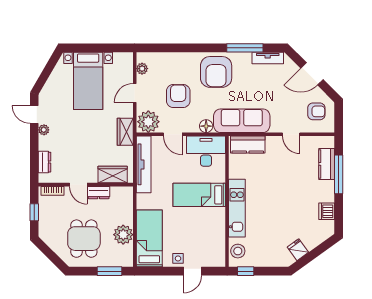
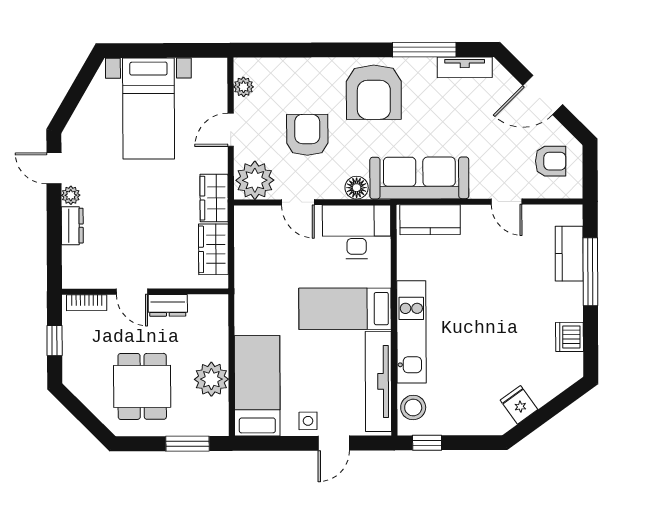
dresser: (45, 162) -> (72, 226), moved
tv unit: (144, 164) -> (378, 381), moved, turned 180
wardrobe: (113, 175) -> (213, 249), moved, turned -90

